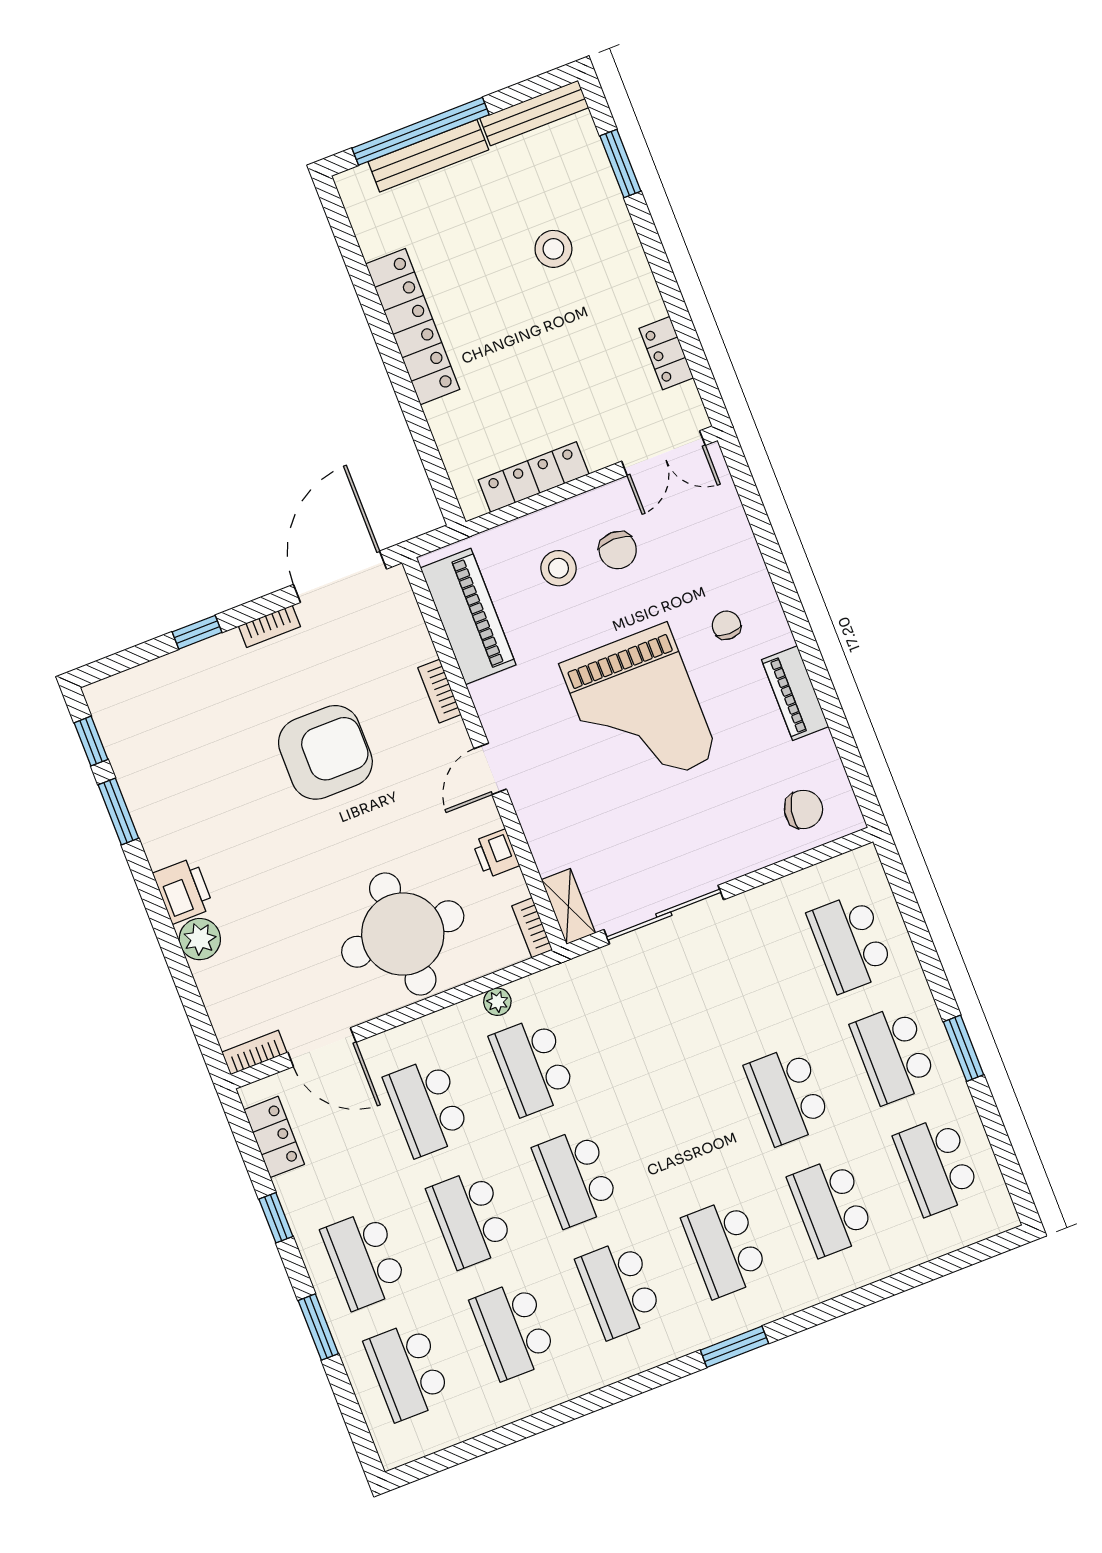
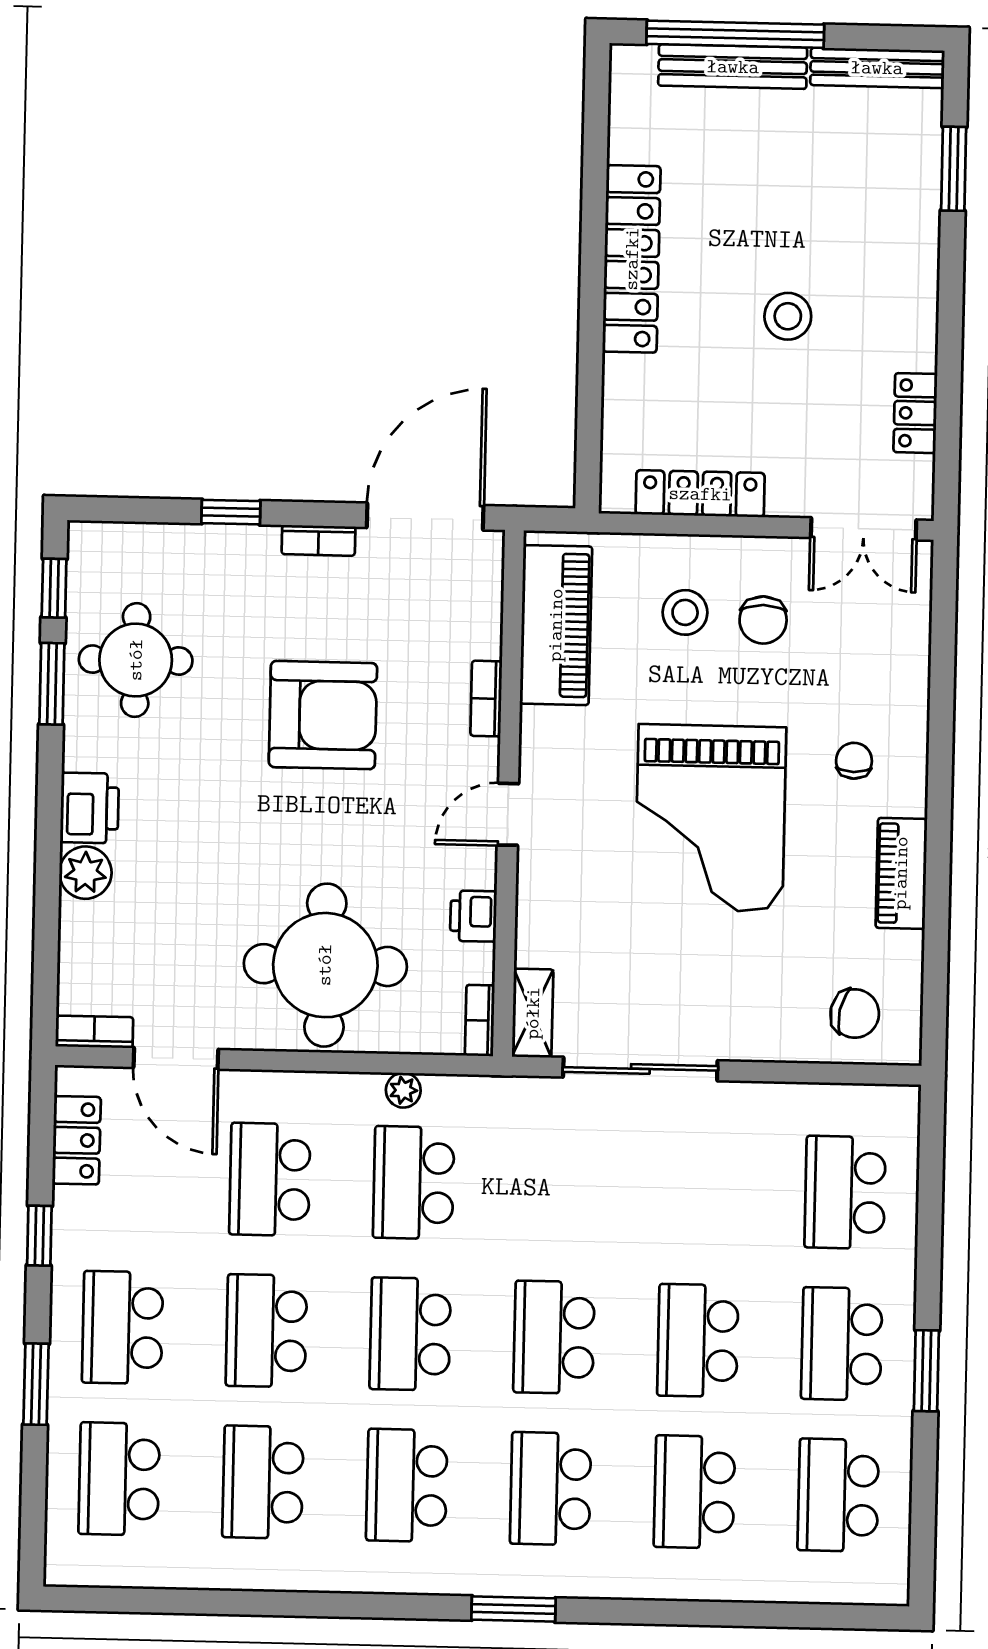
stool: (553, 249) -> (788, 316), moved
round table: (172, 769) -> (136, 660), added
school desk: (682, 1136) -> (554, 1337), added

